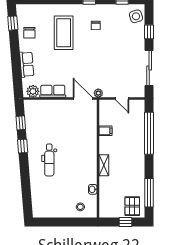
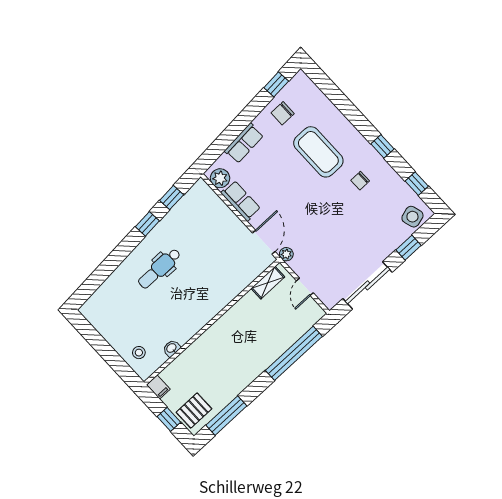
coffee table: (64, 33) -> (318, 152), turned 90
filing cabinet: (105, 131) -> (158, 387), moved
shelving: (104, 165) -> (268, 283), moved

